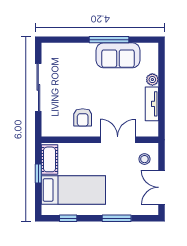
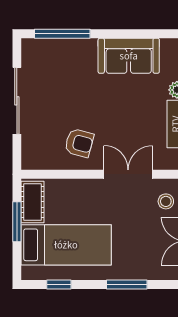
window: (109, 40) -> (62, 34), moved
armchair: (83, 117) -> (79, 143), turned -75
window: (38, 174) -> (17, 222), width x1.50

